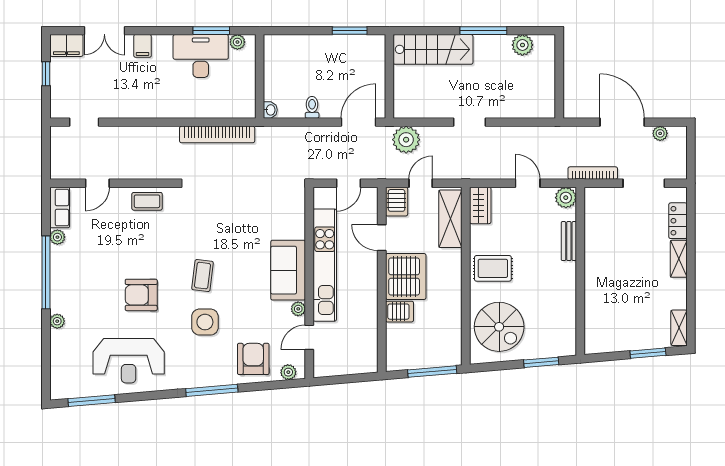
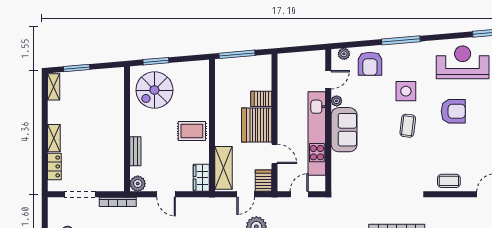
spiral stairs: (499, 327) -> (154, 90), moved, turned -90

